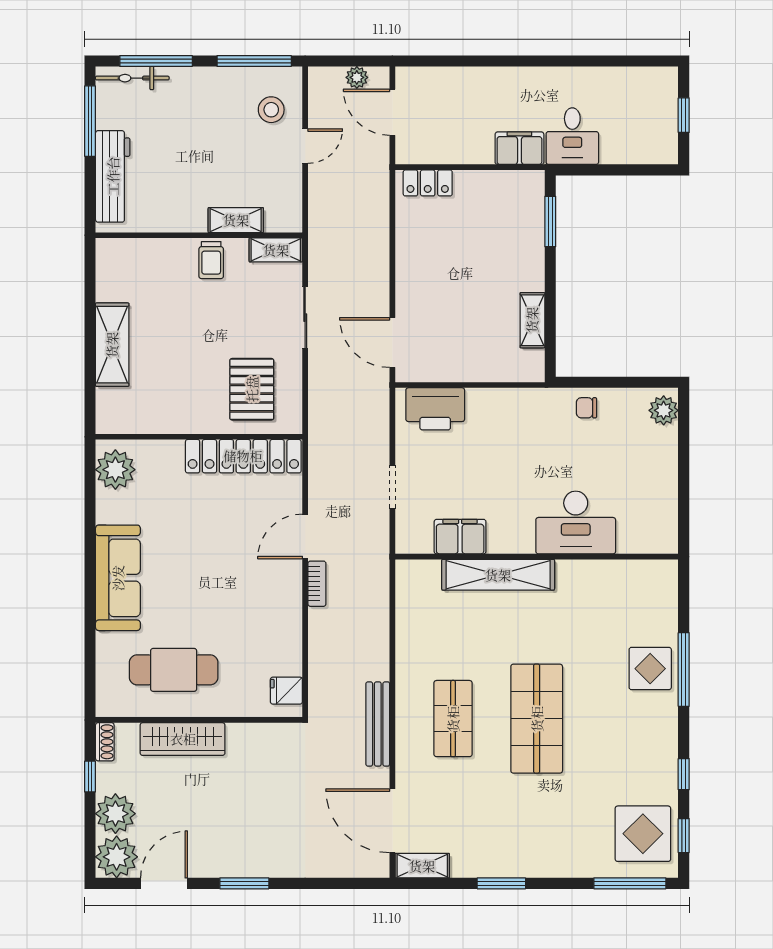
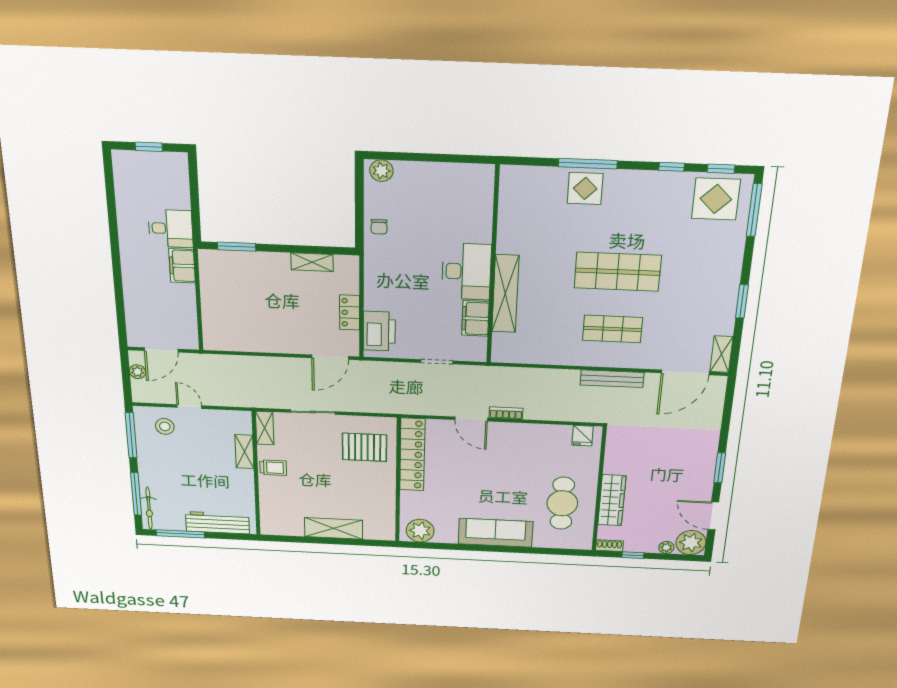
locker: (428, 183) -> (350, 312), moved, turned 180
desk: (576, 522) -> (466, 272), moved
plant: (115, 814) -> (666, 547), width x0.53, depth x0.53

